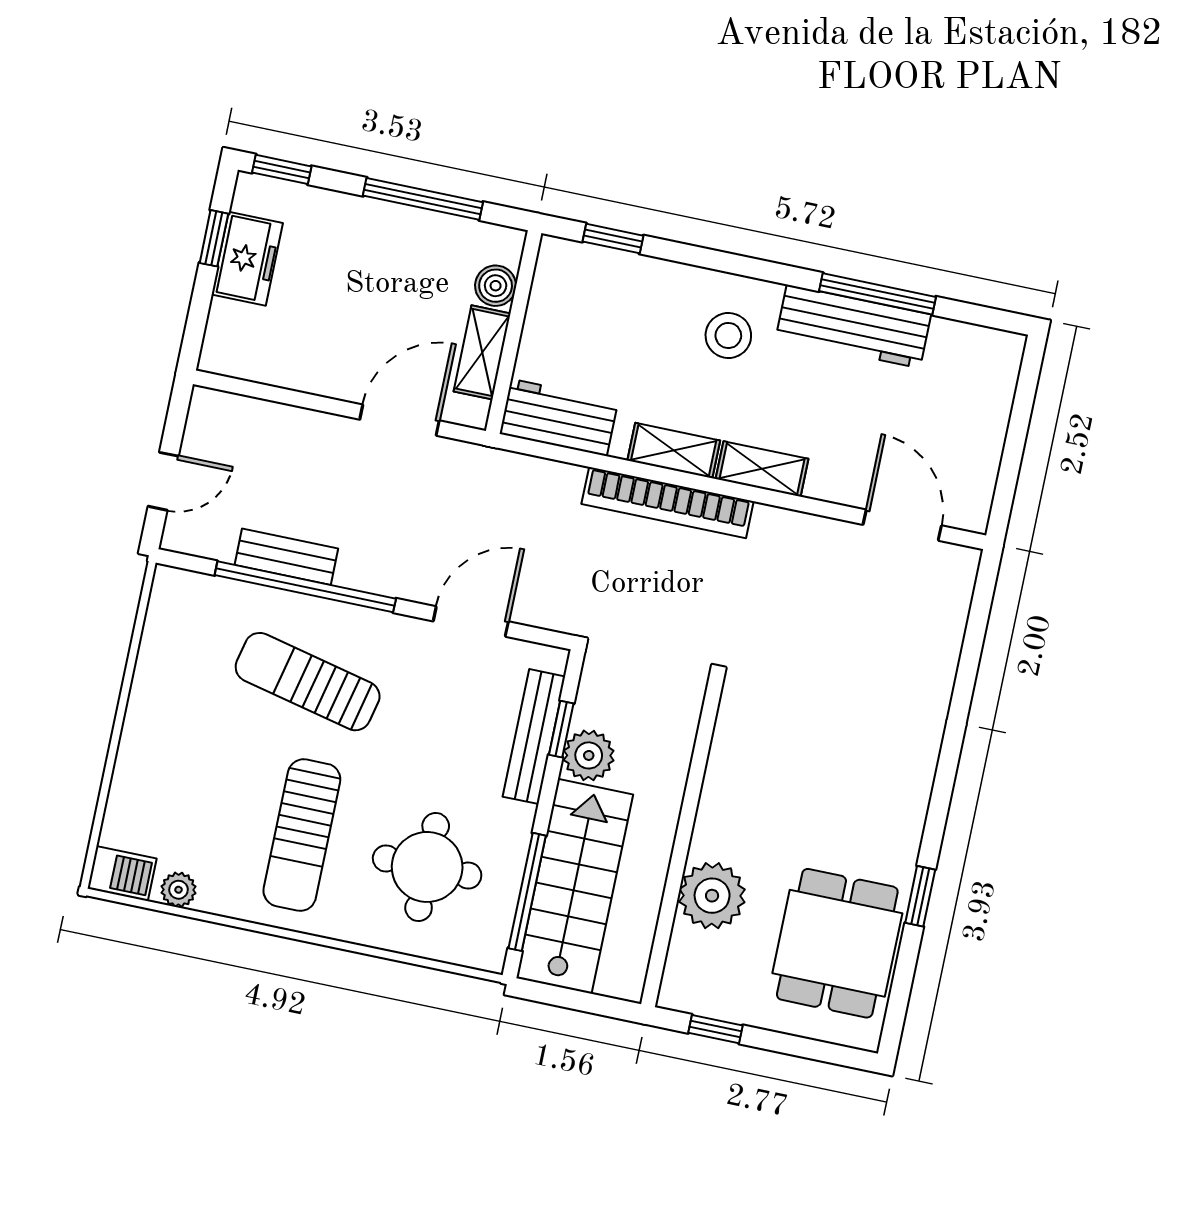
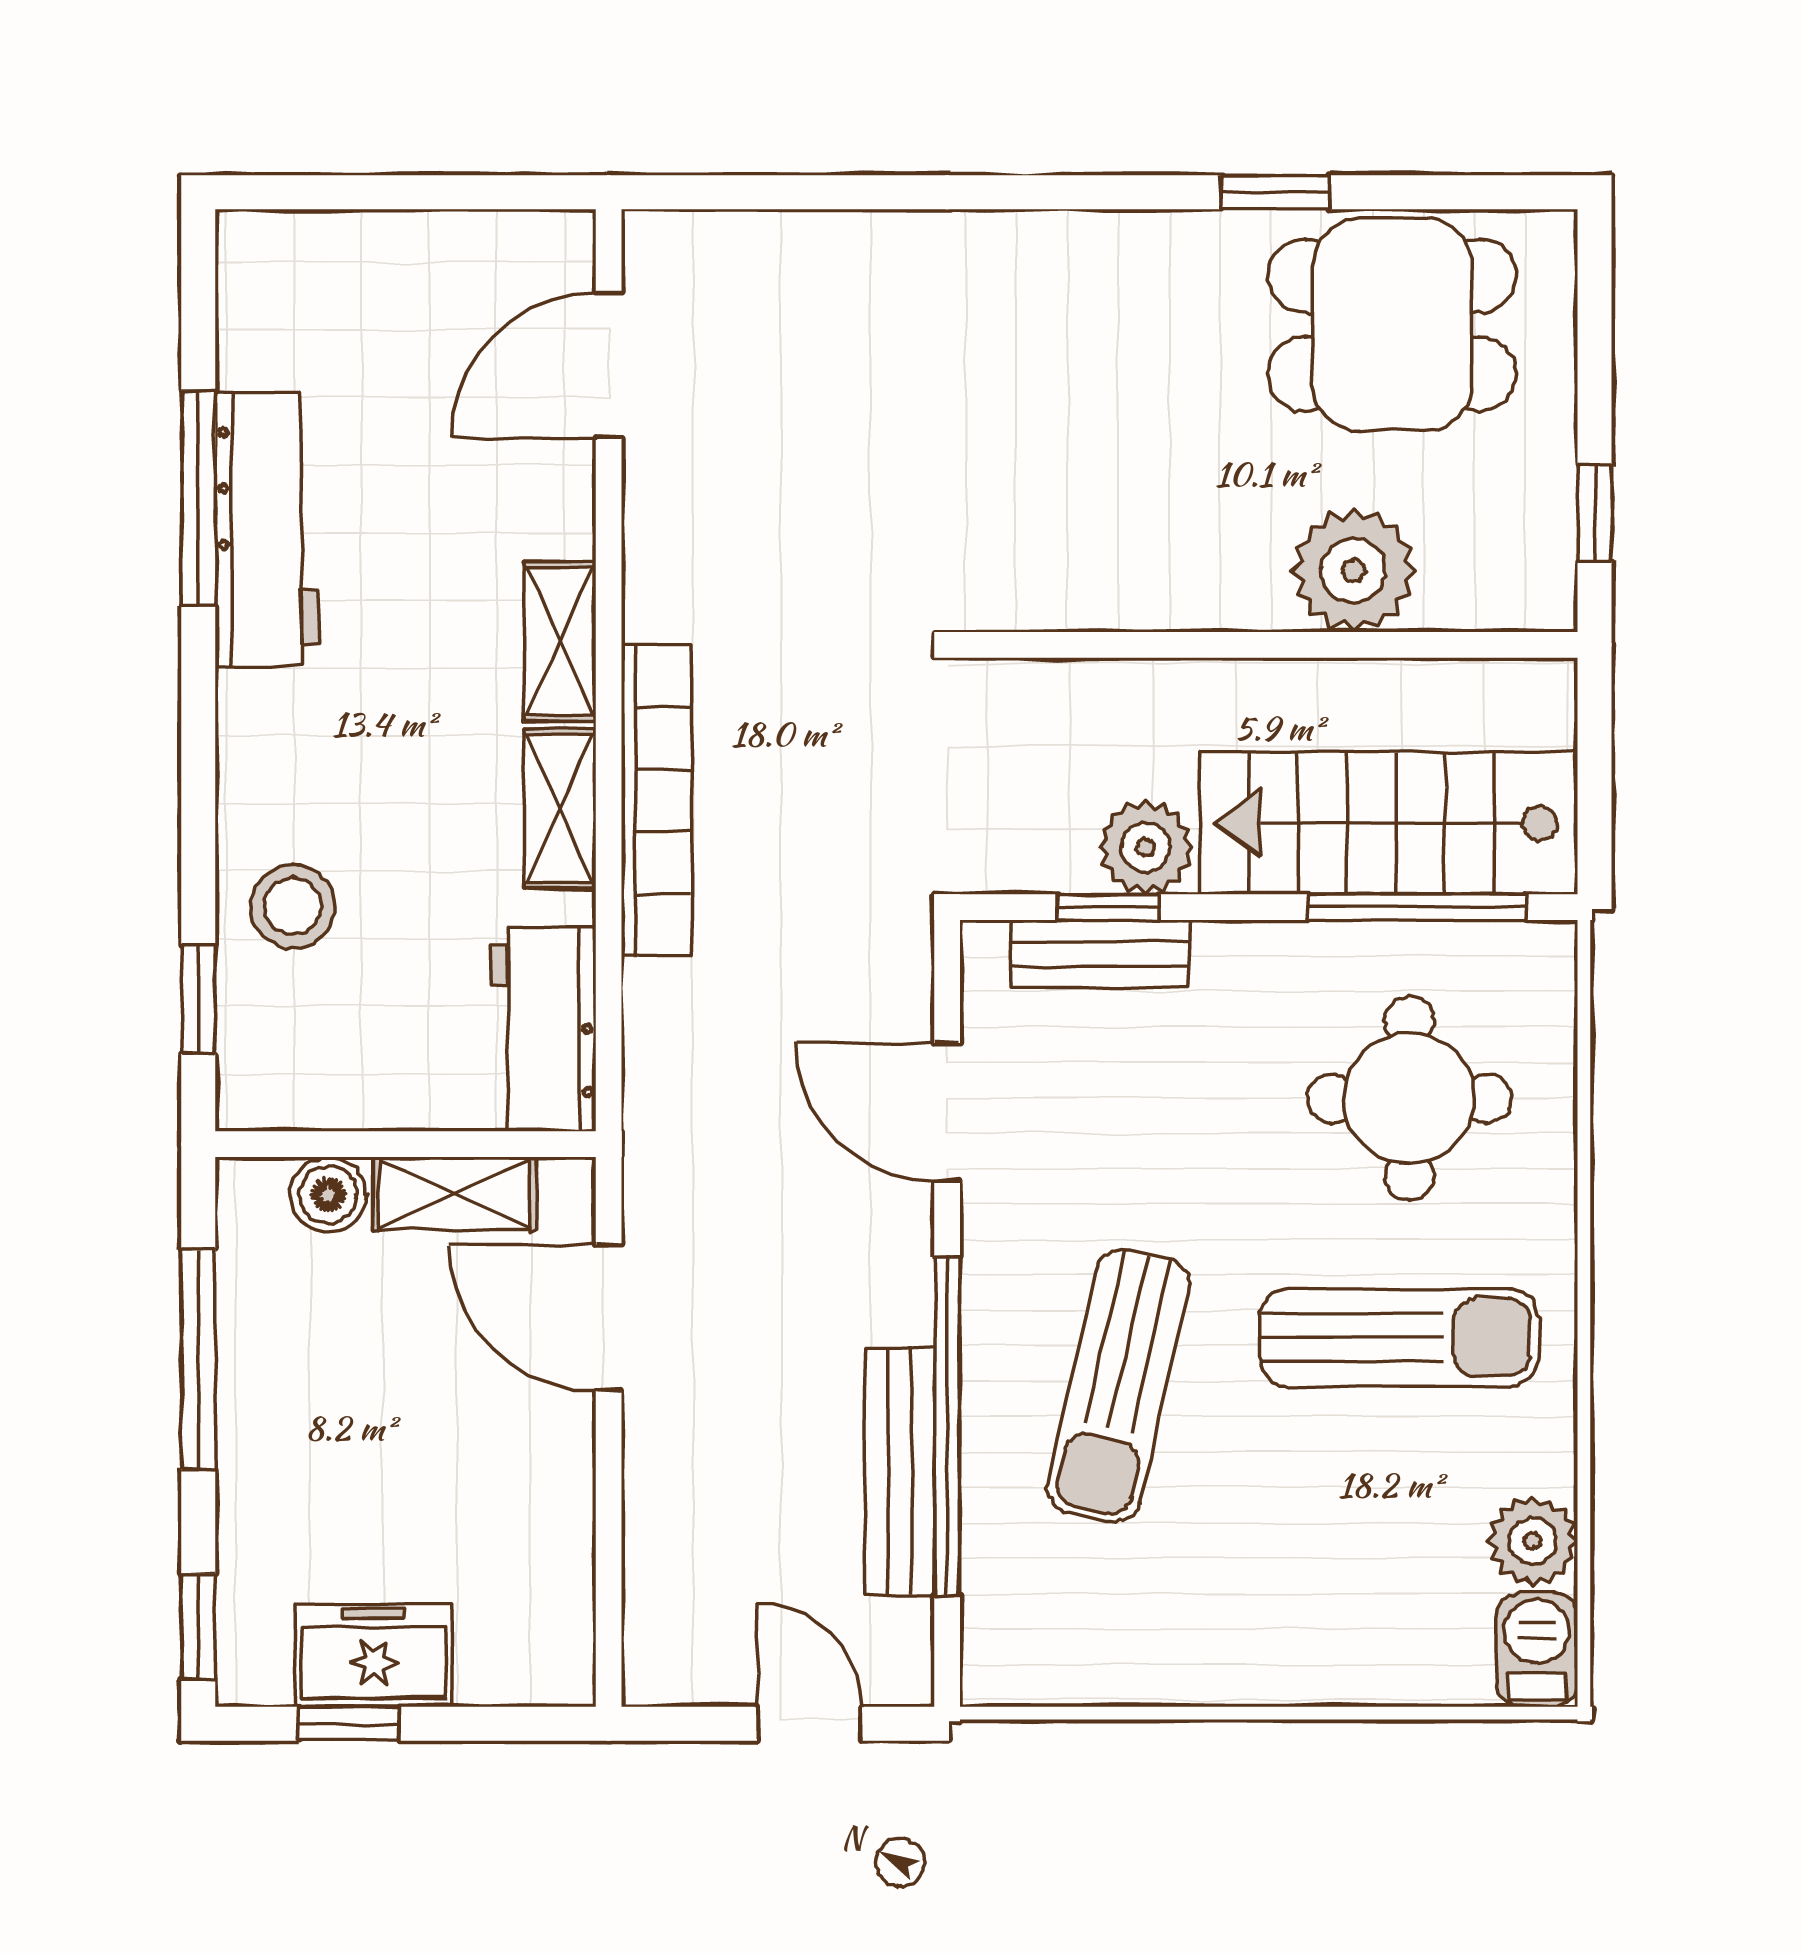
stool: (728, 335) -> (293, 907), moved
bench: (286, 557) -> (900, 1471), width x1.36
bench: (534, 737) -> (1100, 954), width x0.73
plant: (178, 890) -> (1533, 1541), width x1.38, depth x1.38

